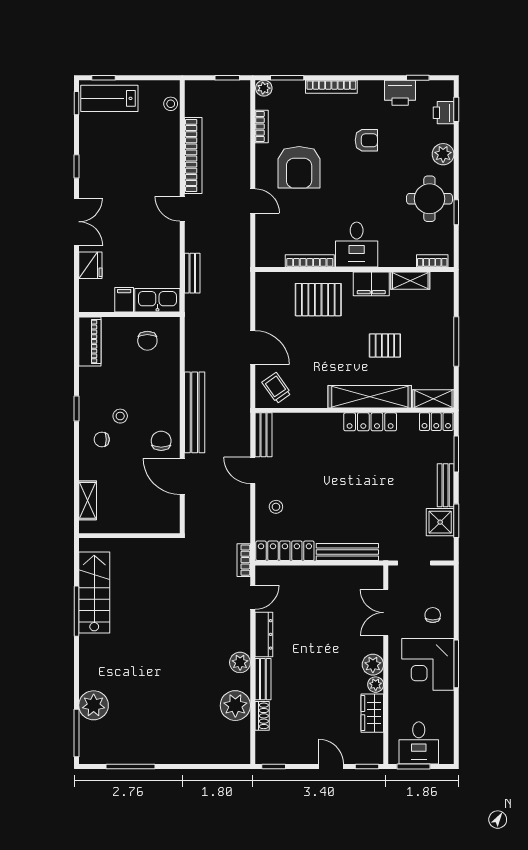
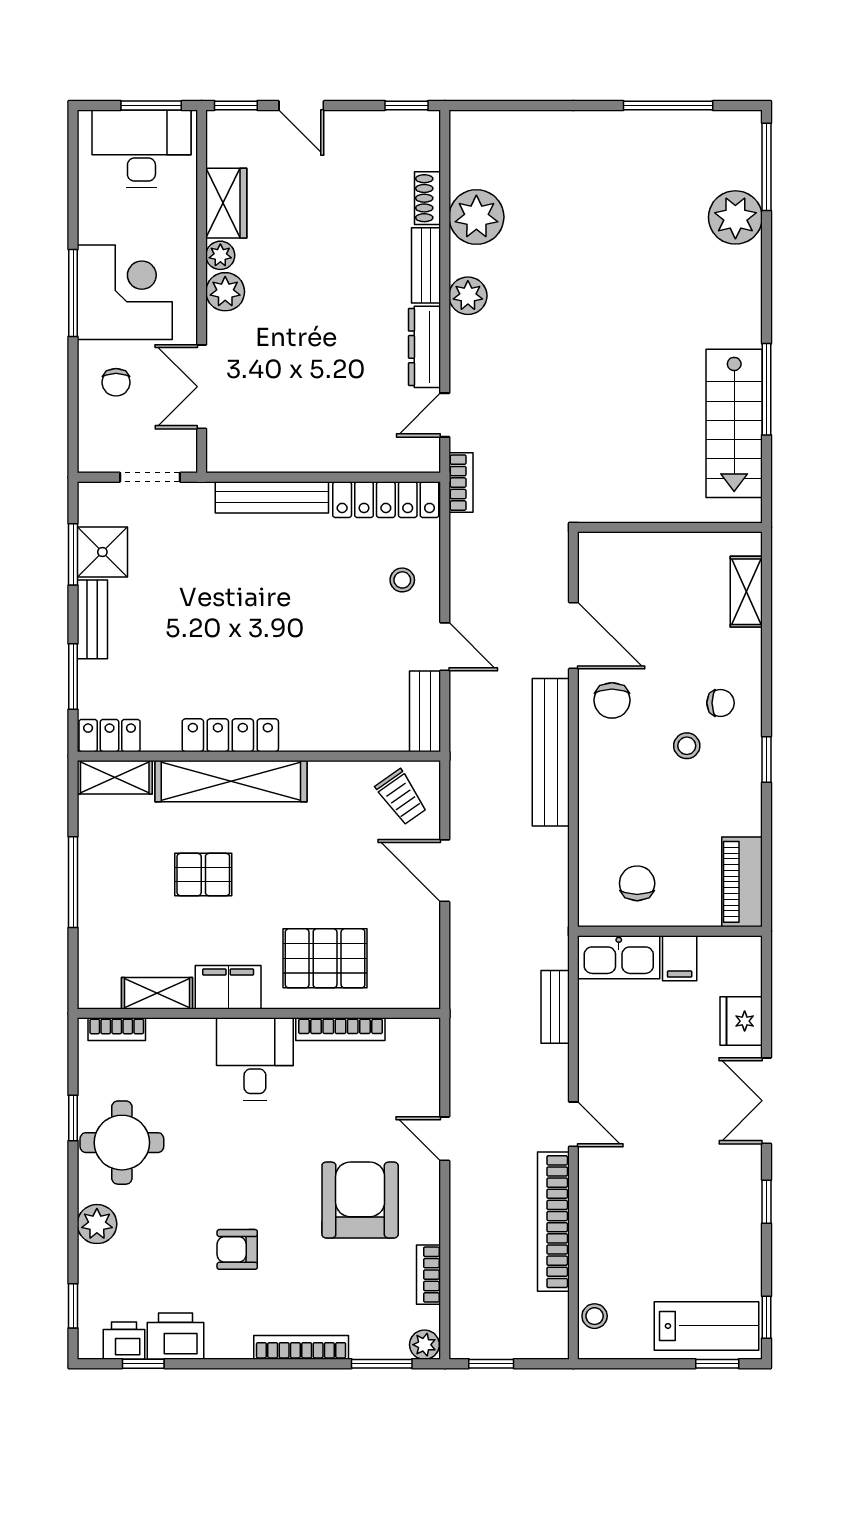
printer: (444, 113) -> (124, 1341), moved, turned -90
double door: (386, 613) -> (202, 387), swing flipped
desk: (419, 743) -> (141, 149), width x1.37

